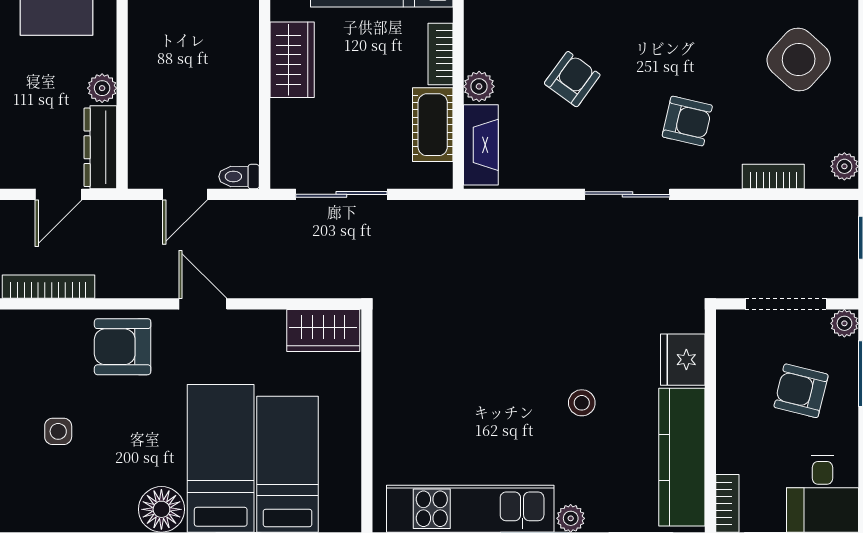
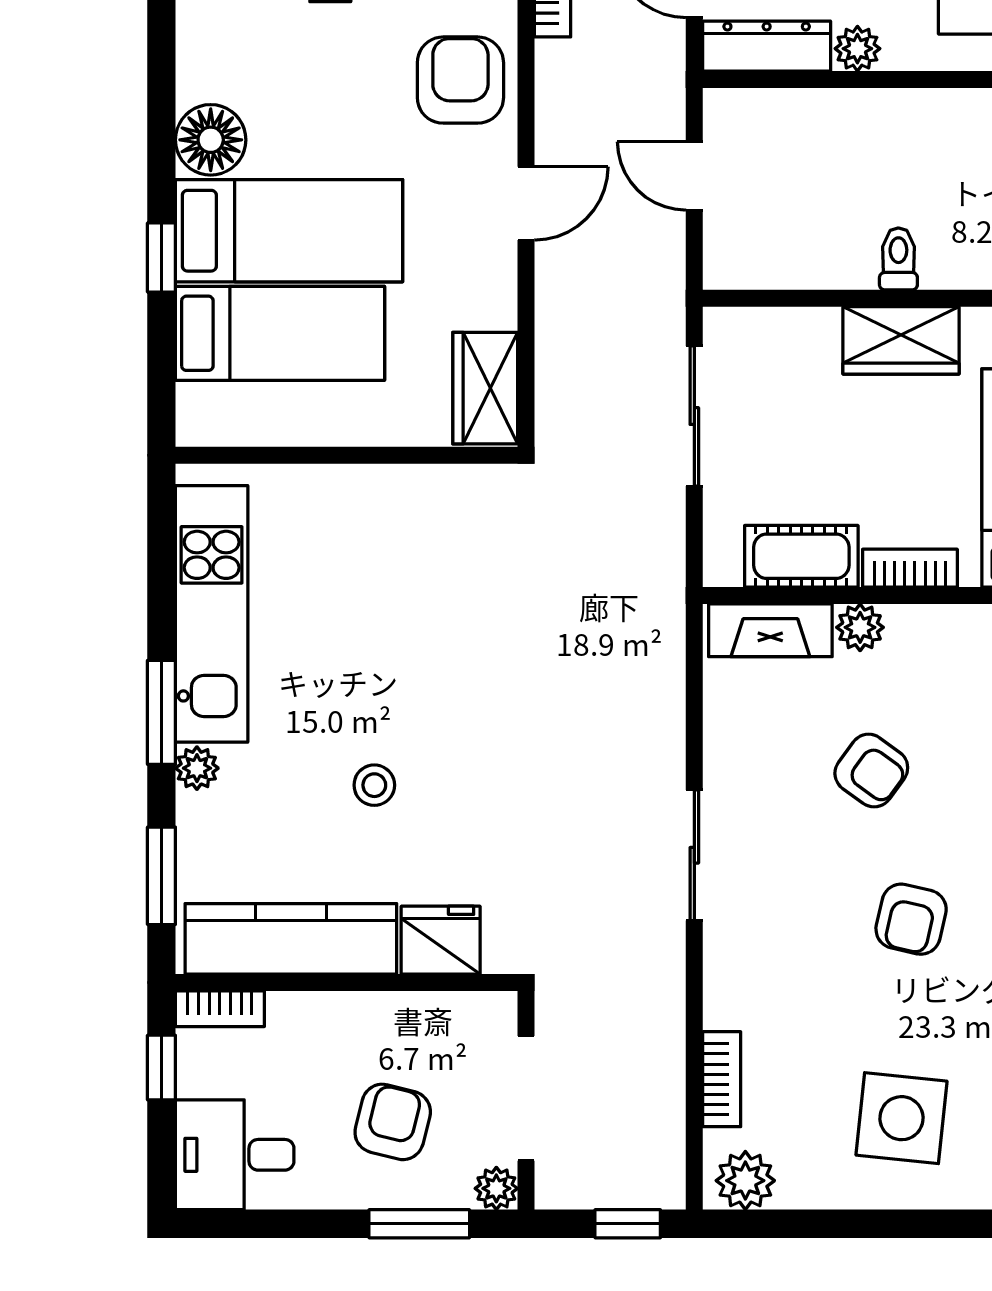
side table: (799, 59) -> (901, 1118), turned -36
armchair: (687, 121) -> (911, 919), moved
plant: (844, 166) -> (745, 1181), width x1.38, depth x1.38
toilet: (239, 177) -> (898, 259), moved

